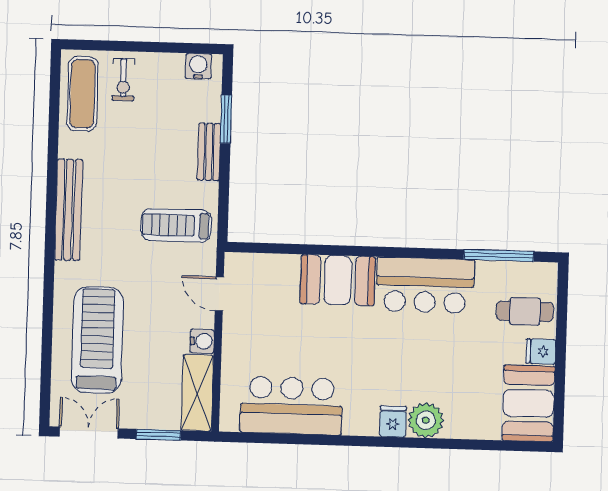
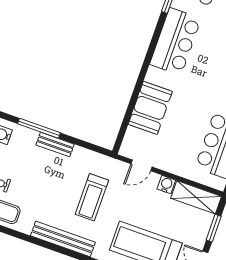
window: (226, 119) -> (39, 128), width x1.44
treadmill: (176, 225) -> (92, 197), moved
booth: (338, 280) -> (150, 108), moved

